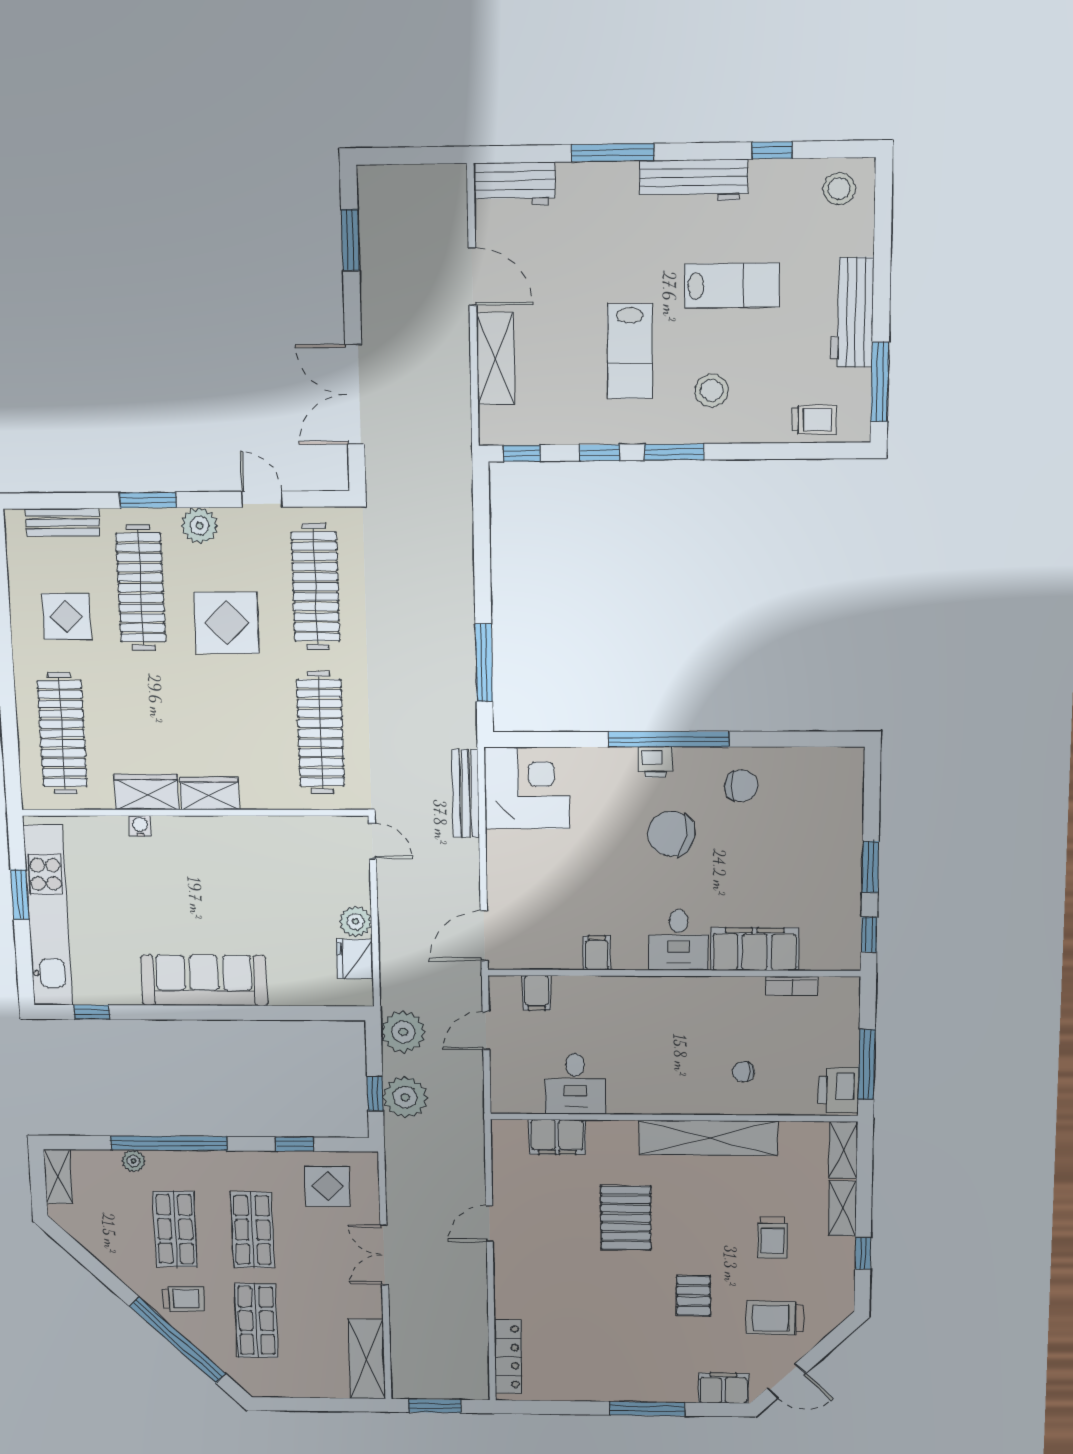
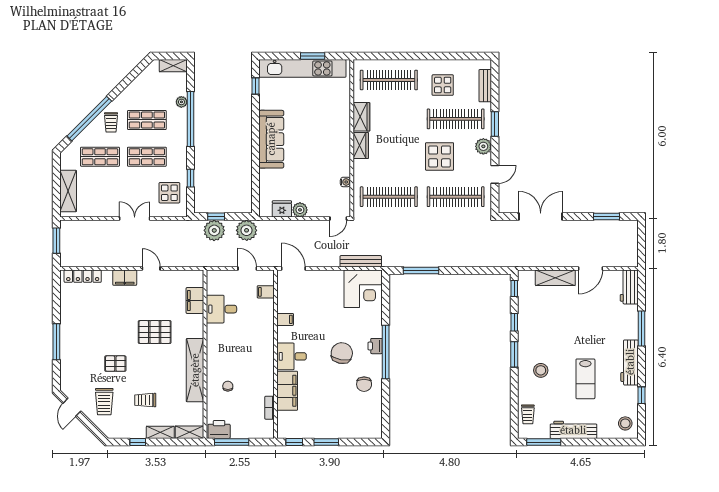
lab bench: (630, 351) -> (558, 335), removed
water cooler: (140, 826) -> (345, 182), moved
trolley: (775, 1318) -> (104, 402), turned 180
shelving: (367, 1359) -> (68, 191), moved, turned 90
filing cabinet: (723, 1388) -> (125, 278), moved, turned 90

